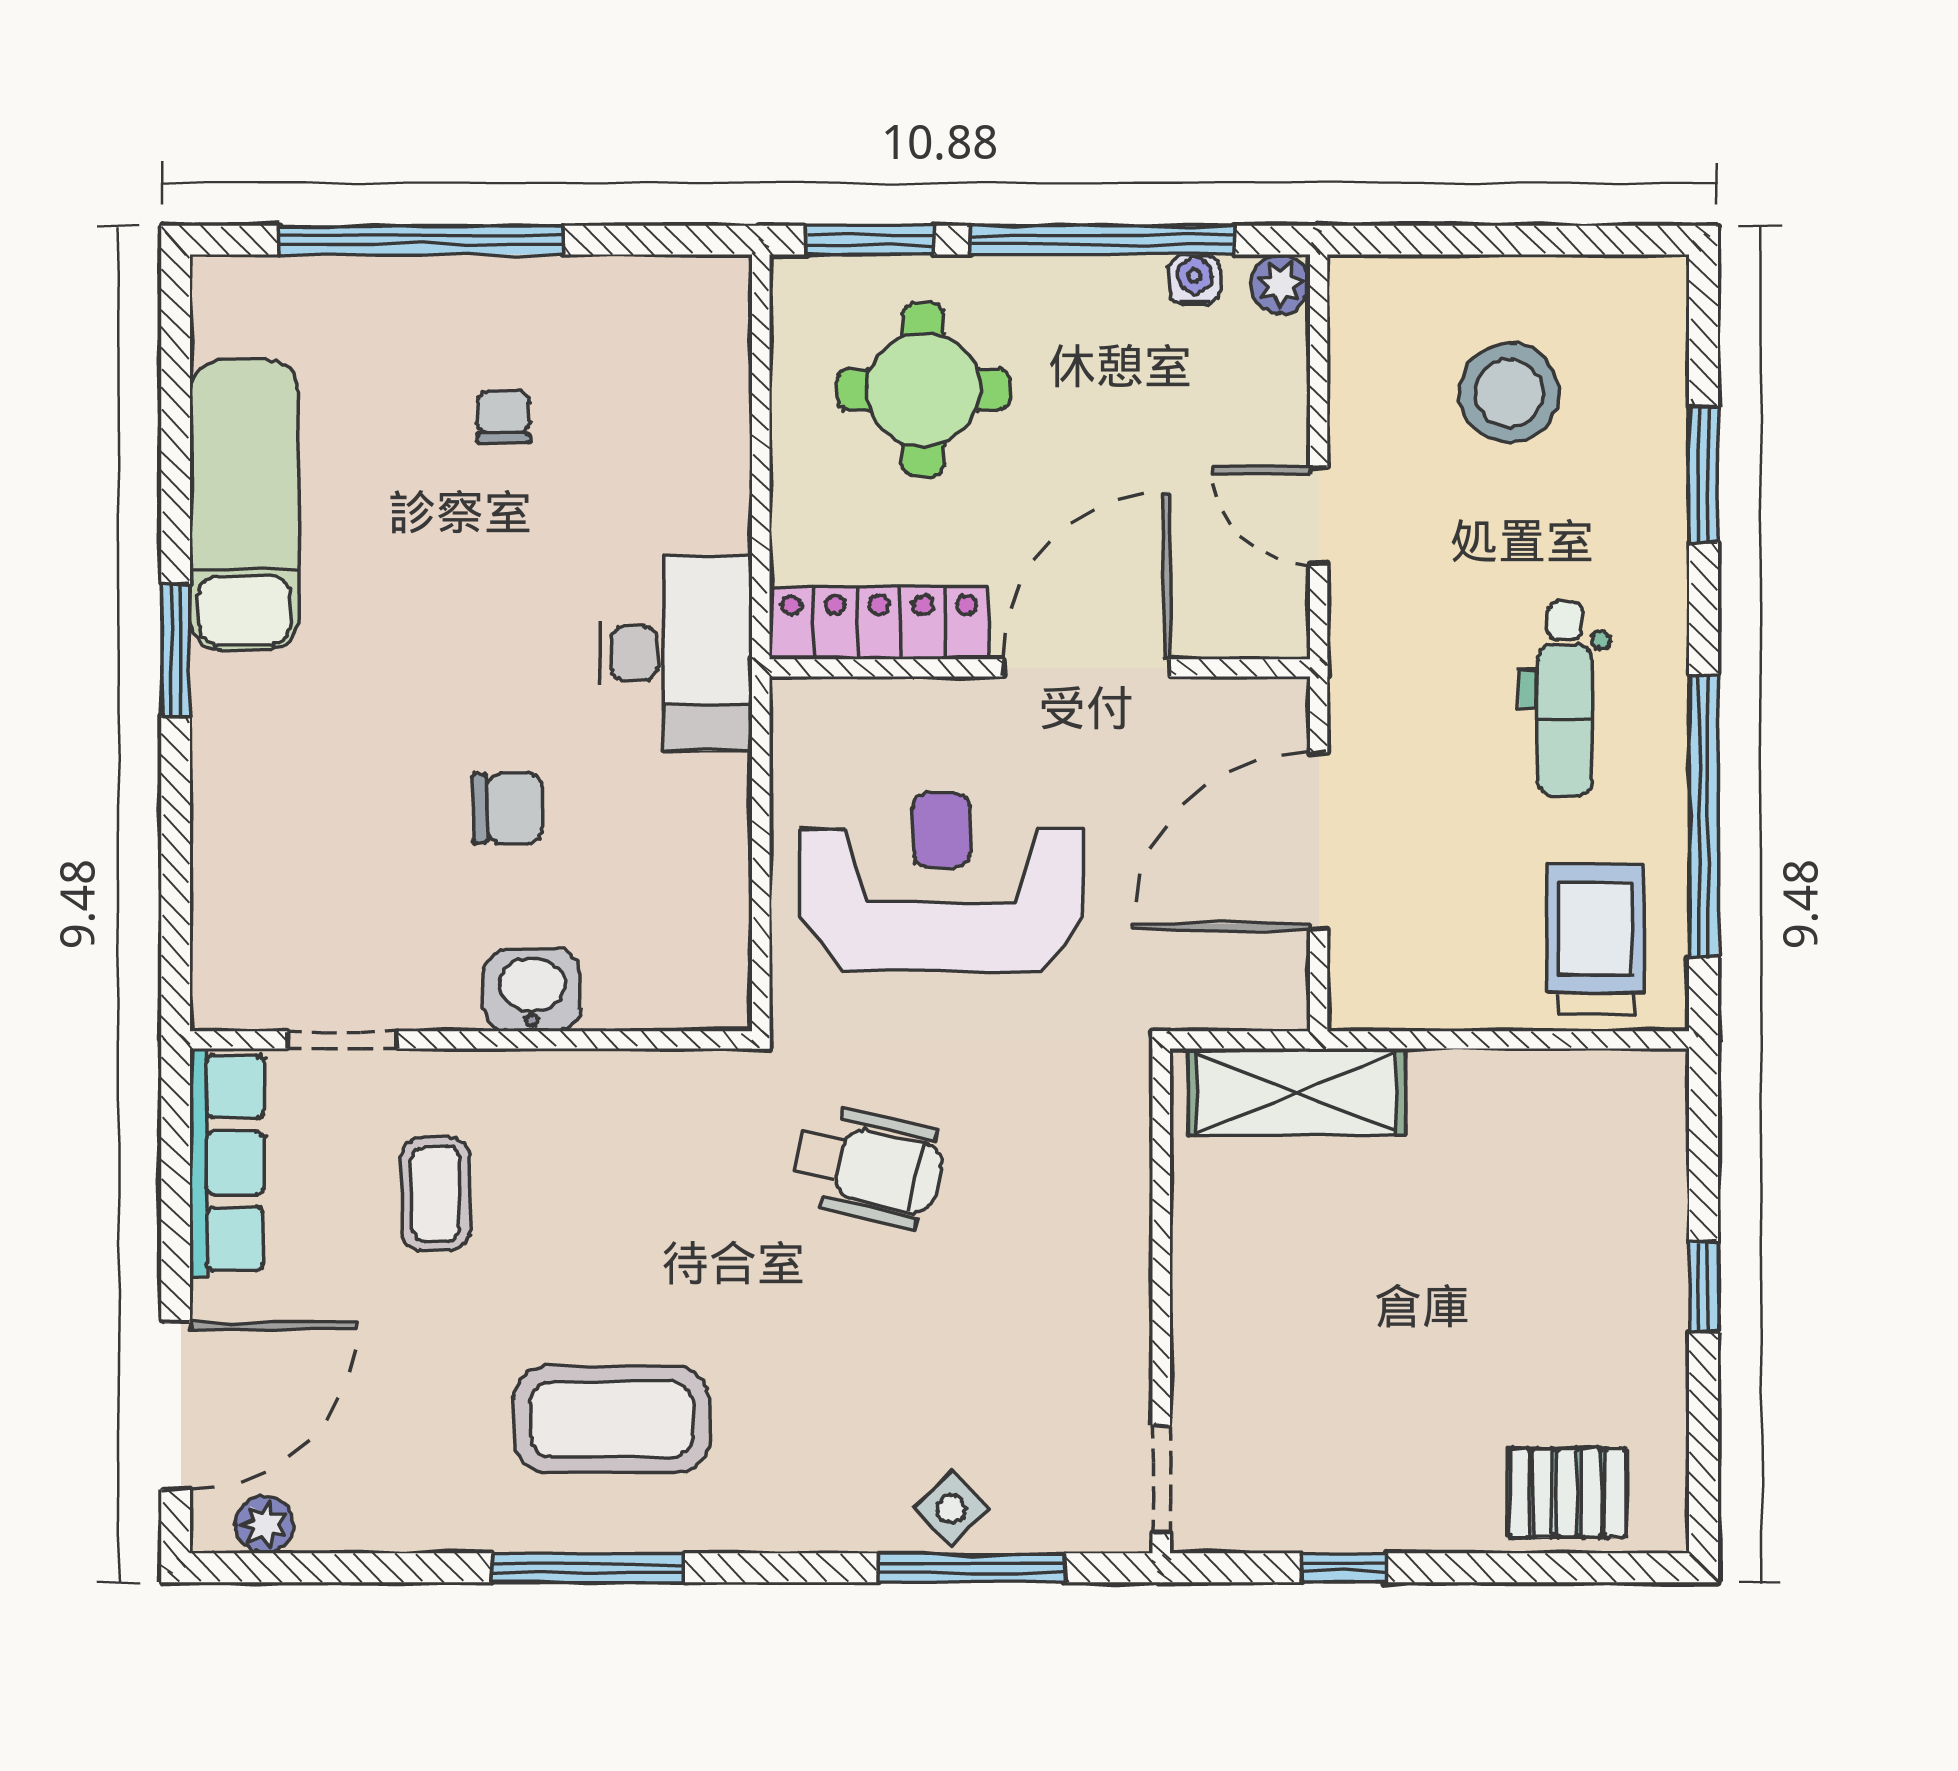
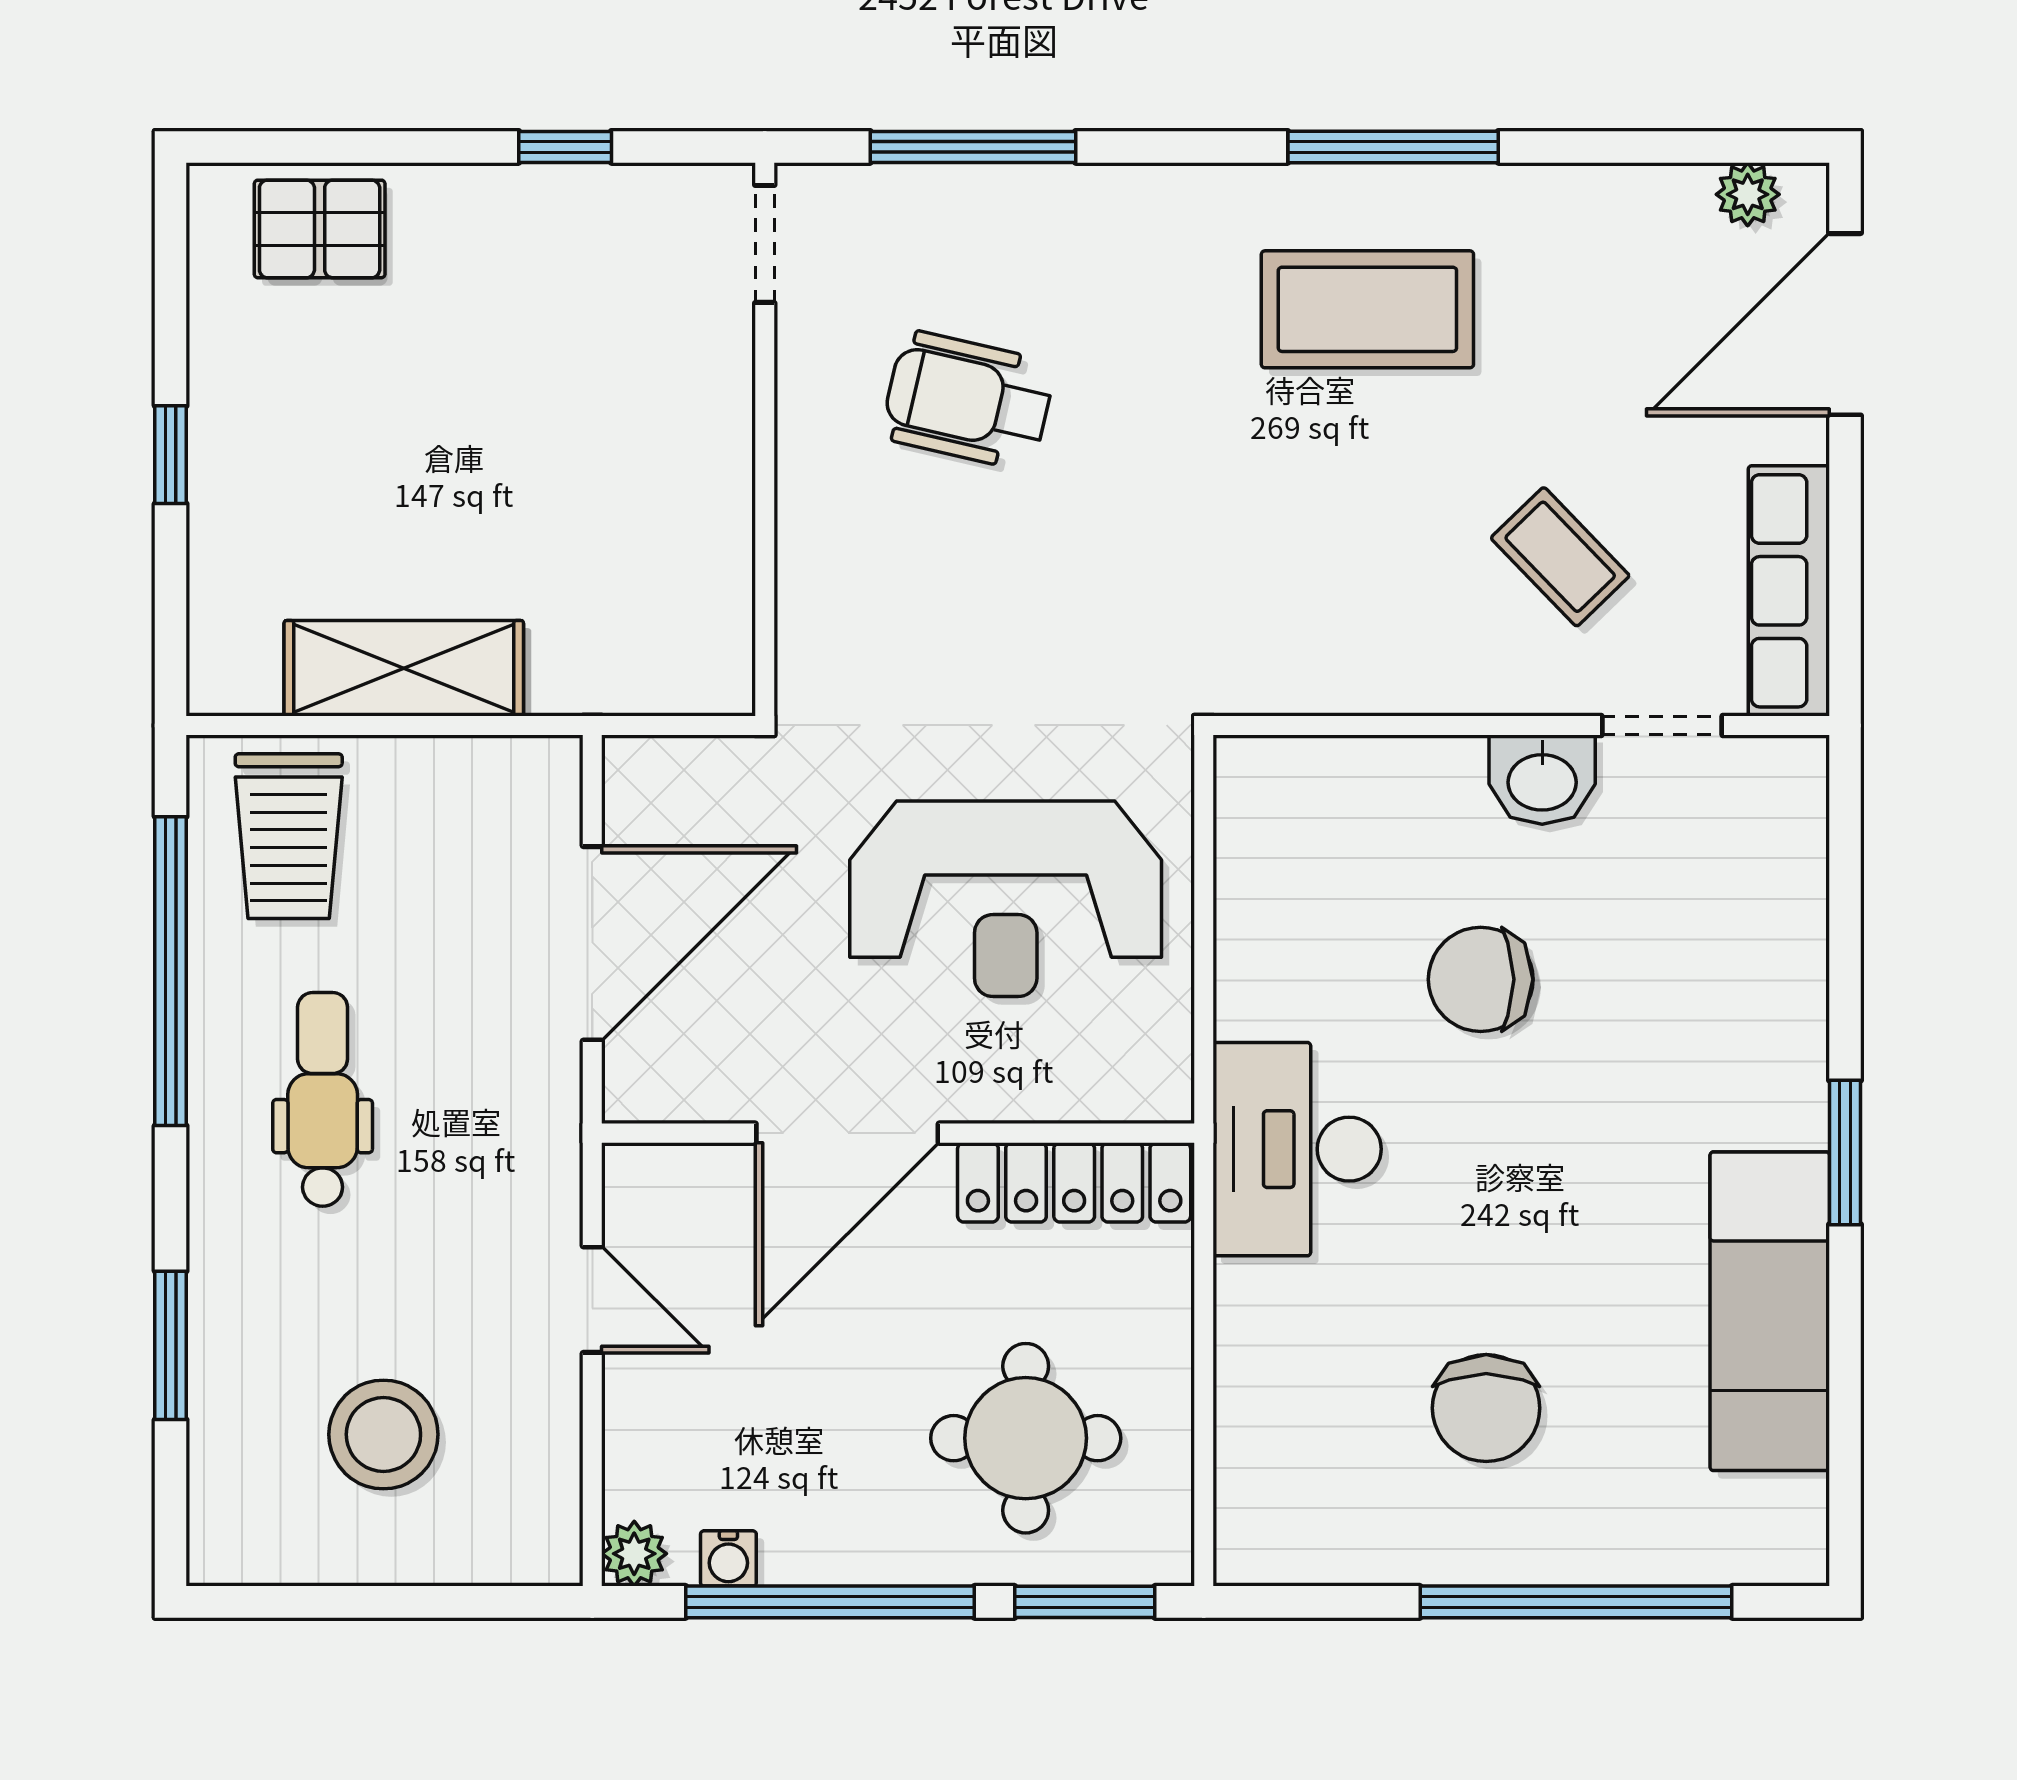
chair: (503, 417) -> (1486, 1408), width x1.87, depth x1.87
chair: (508, 808) -> (1481, 979), width x1.37, depth x1.37
washbasin: (532, 990) -> (1542, 780), moved
shelving: (1296, 1092) -> (404, 668), moved
wheelchair: (868, 1166) -> (968, 400), moved
coffee table: (436, 1194) -> (1560, 557), turned -44
side table: (951, 1509) -> (995, 212), removed

